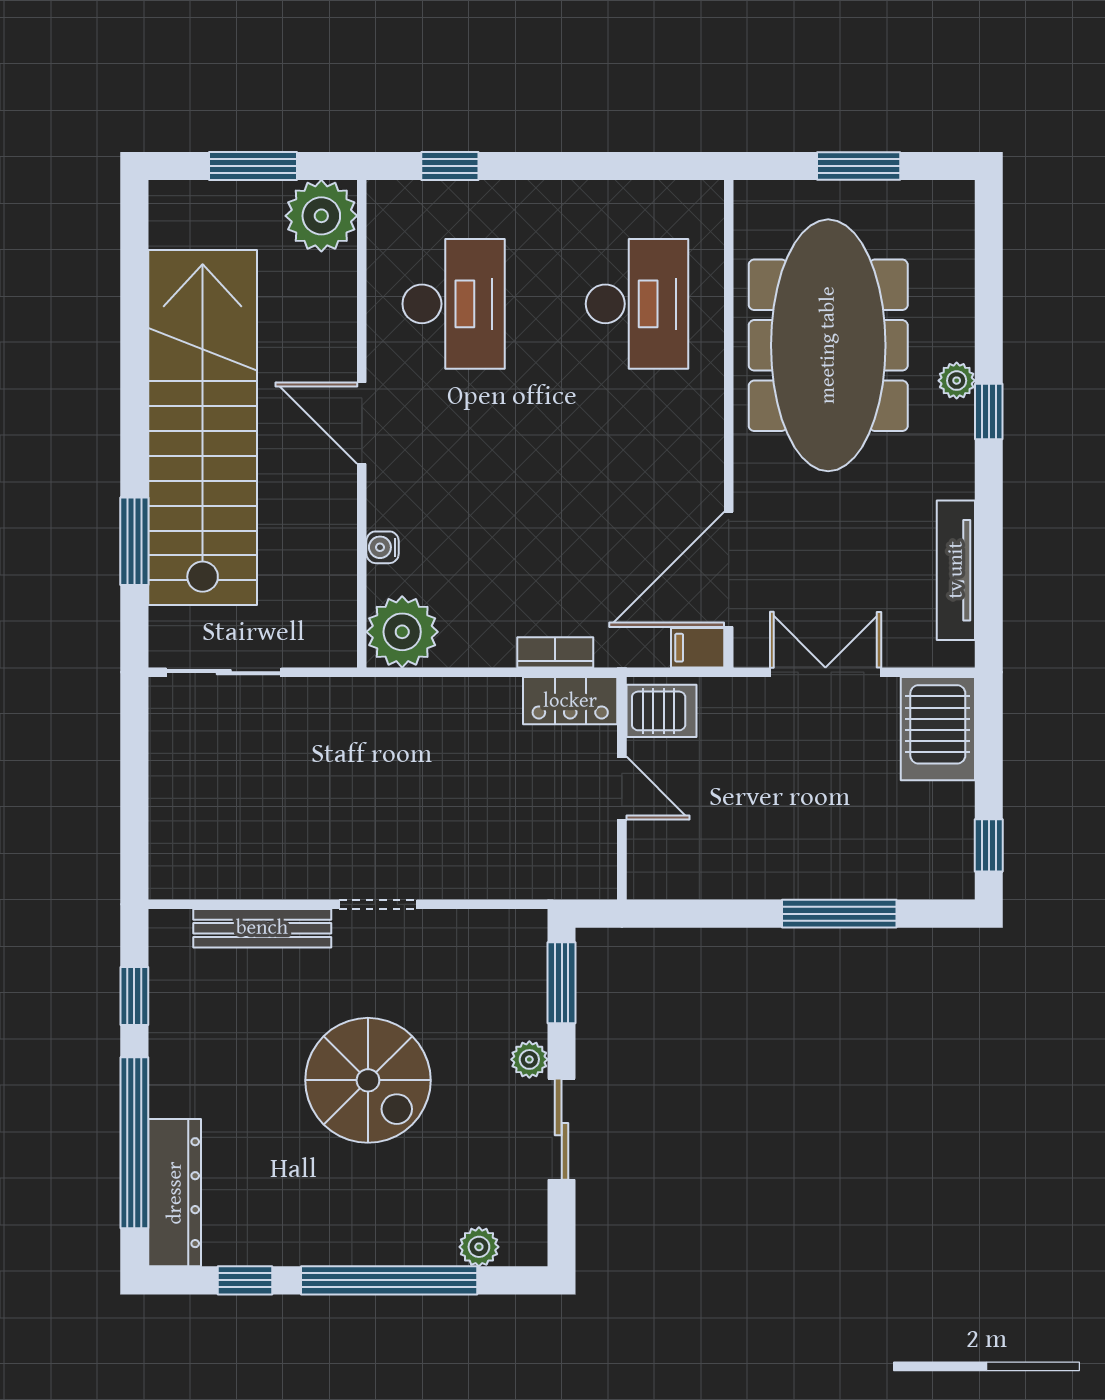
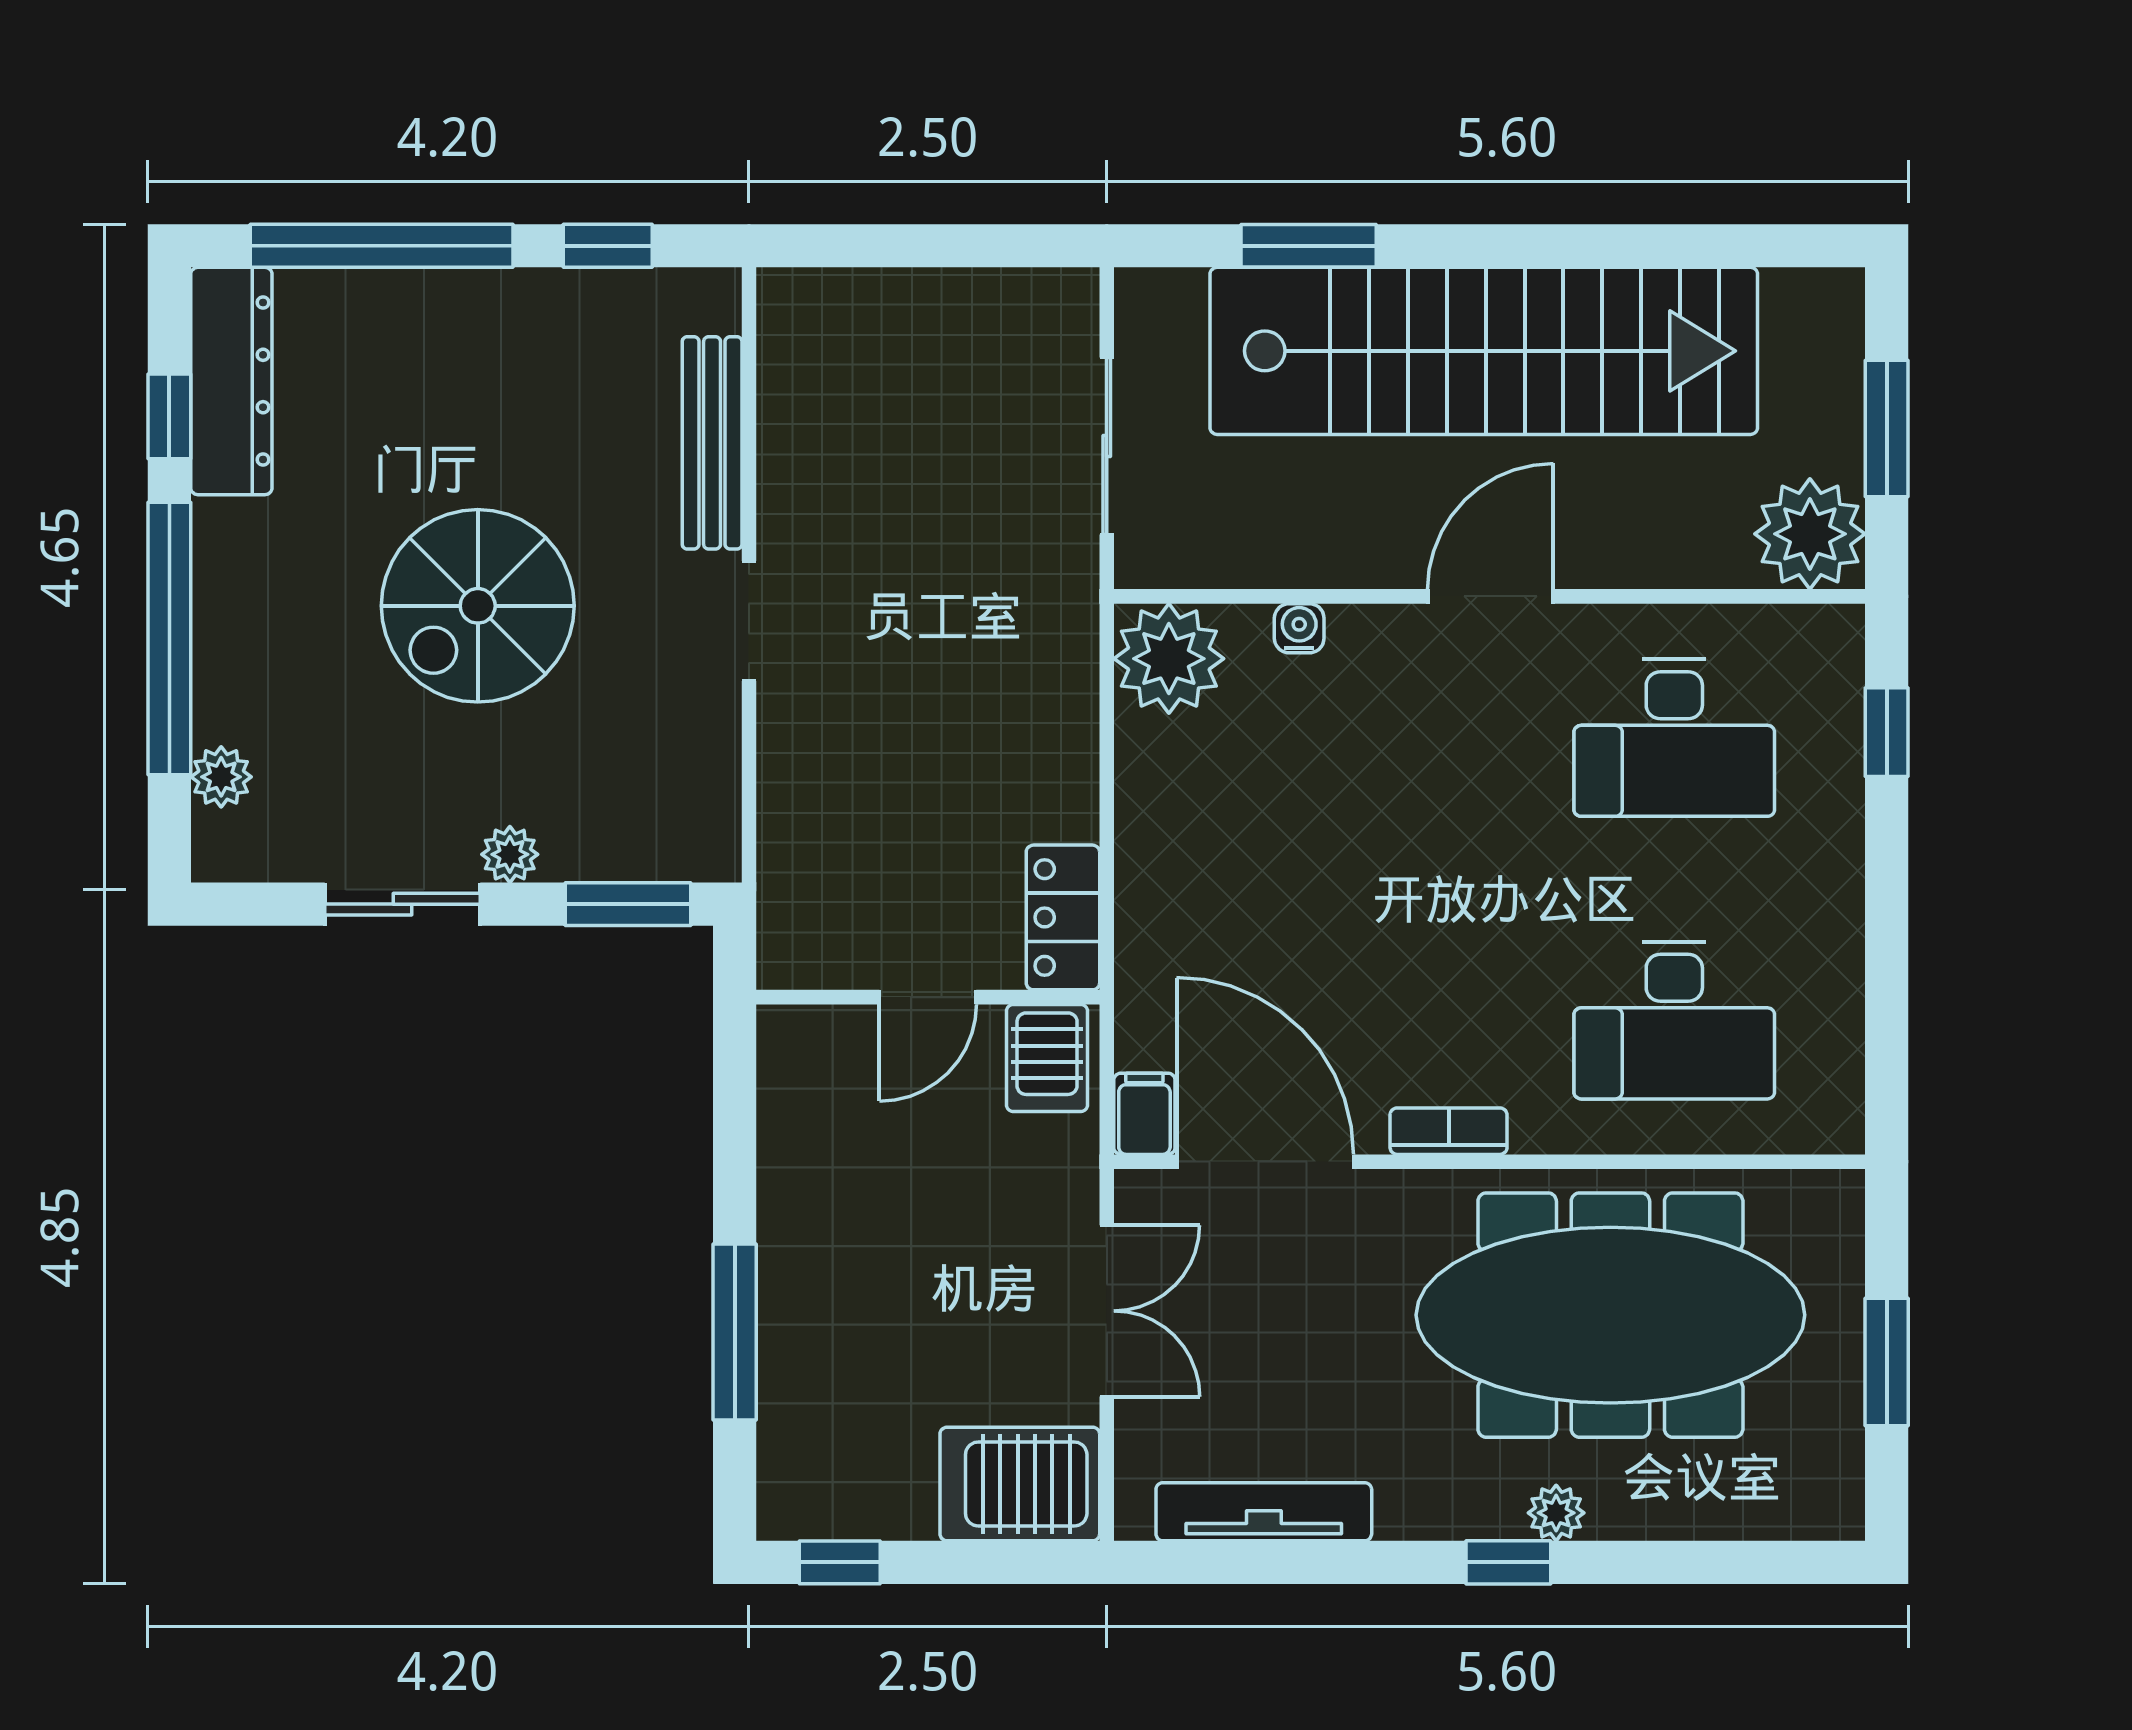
bookcase: (555, 652) -> (1449, 1131), moved, turned -90
sliding door: (224, 672) -> (1107, 446), moved
dresser: (175, 1193) -> (231, 381), moved, turned -90

